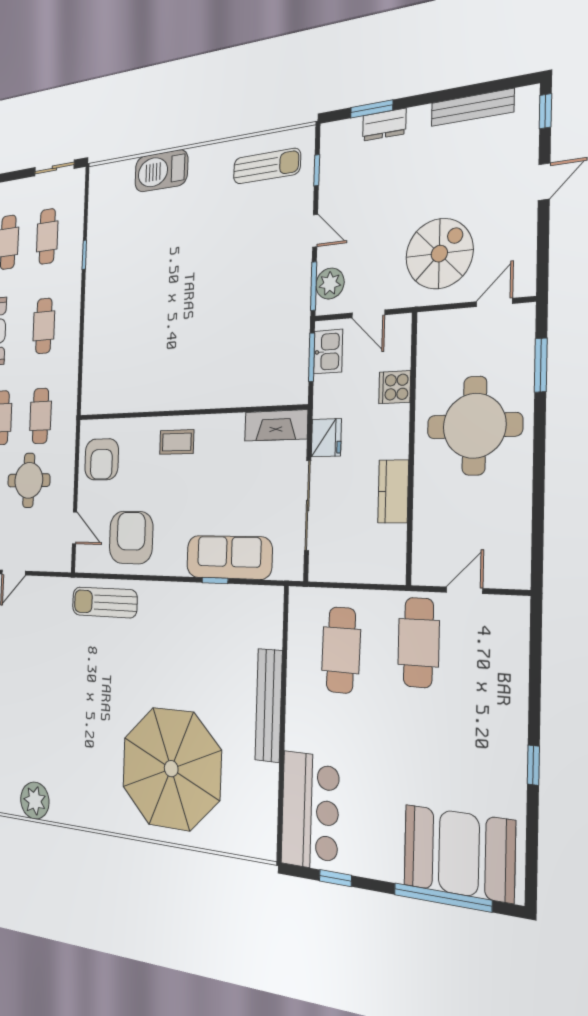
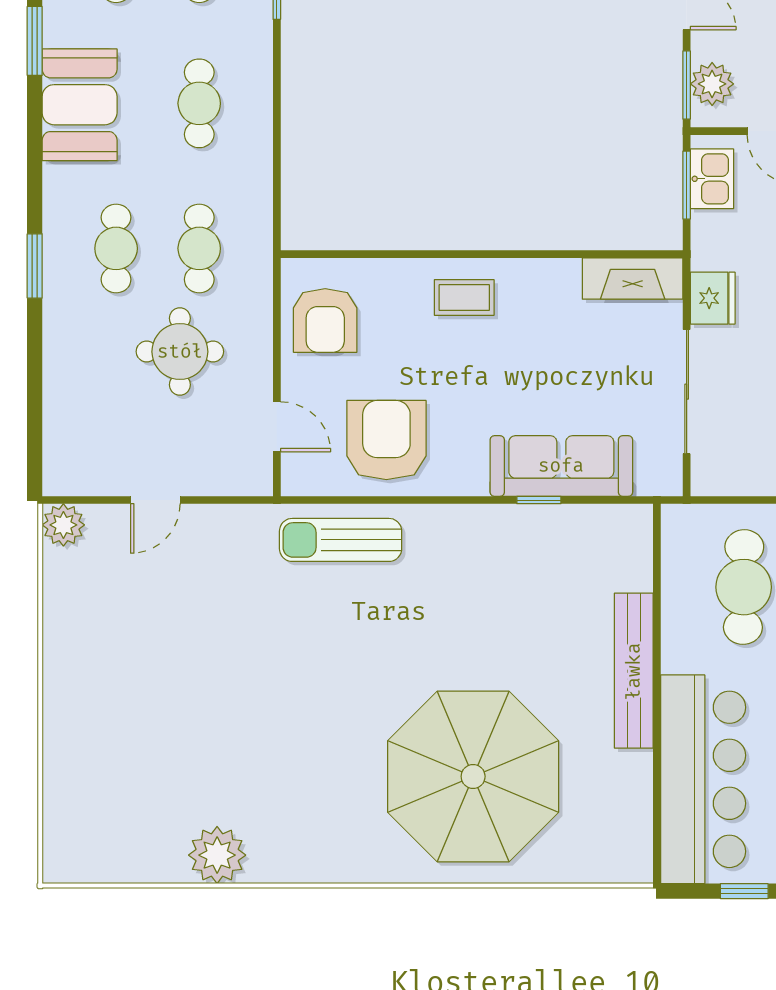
bar counter: (310, 811) -> (703, 779), width x1.36

